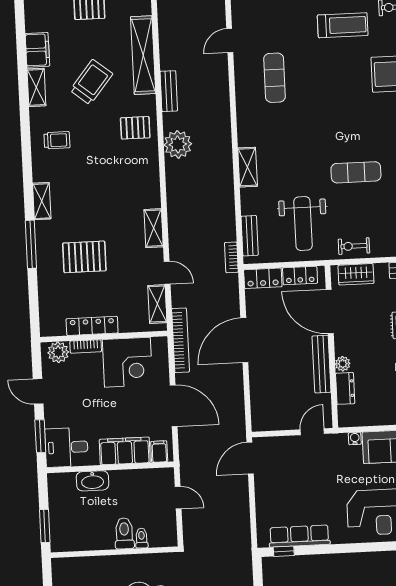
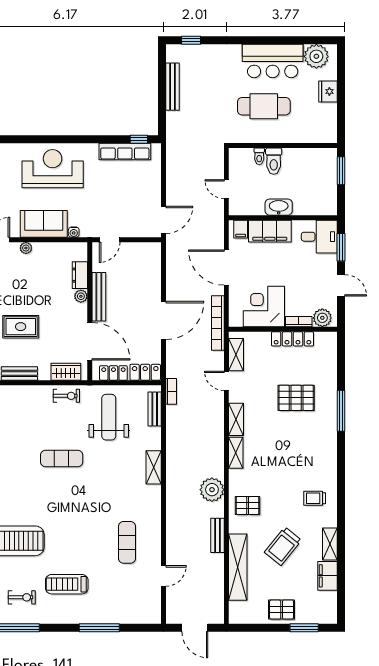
shelving: (42, 201) -> (236, 453), moved
washbasin: (93, 481) -> (279, 207), moved

